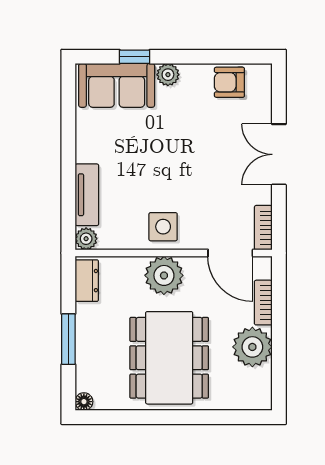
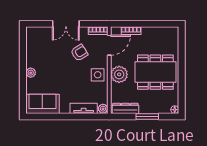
window: (135, 57) -> (23, 87), removed
armchair: (229, 82) -> (79, 53), moved, turned -122
sofa: (117, 85) -> (42, 104), moved, turned -90
dresser: (87, 281) -> (125, 108), width x1.44
plant: (252, 347) -> (151, 35), removed

